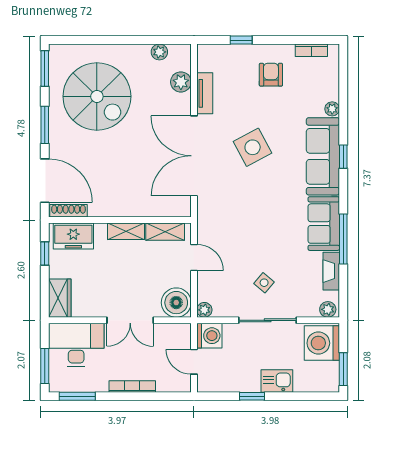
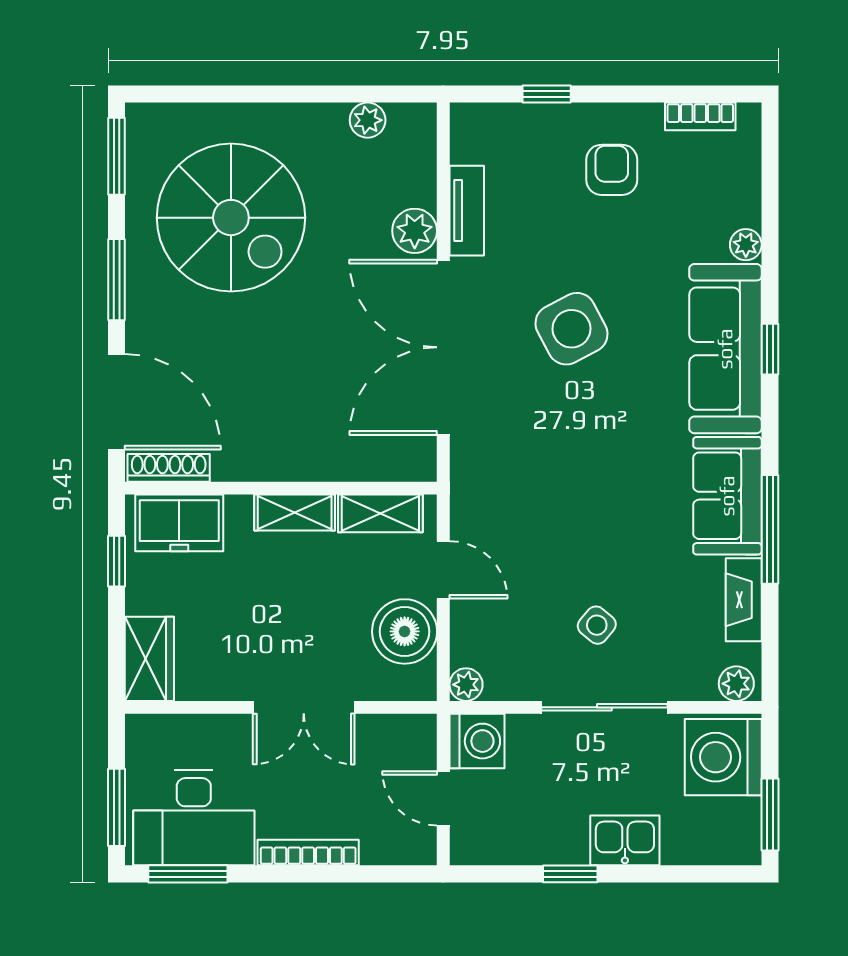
plant: (181, 82) -> (415, 231), moved
boiler: (176, 303) -> (405, 631), moved
desk: (76, 345) -> (194, 818), moved, turned 180

